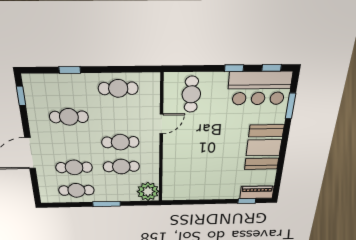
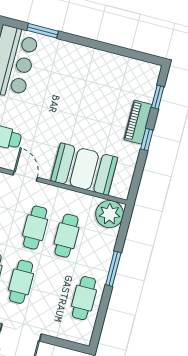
booth: (264, 148) -> (84, 169), moved
cafe table: (74, 167) -> (21, 282), moved
piano: (257, 192) -> (138, 122), moved
window: (213, 202) -> (147, 139), added

